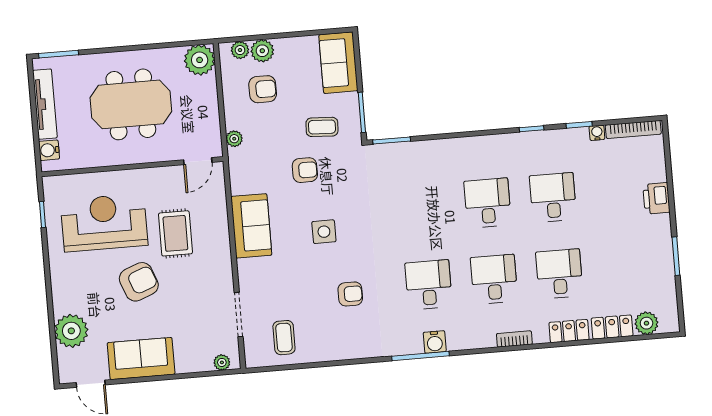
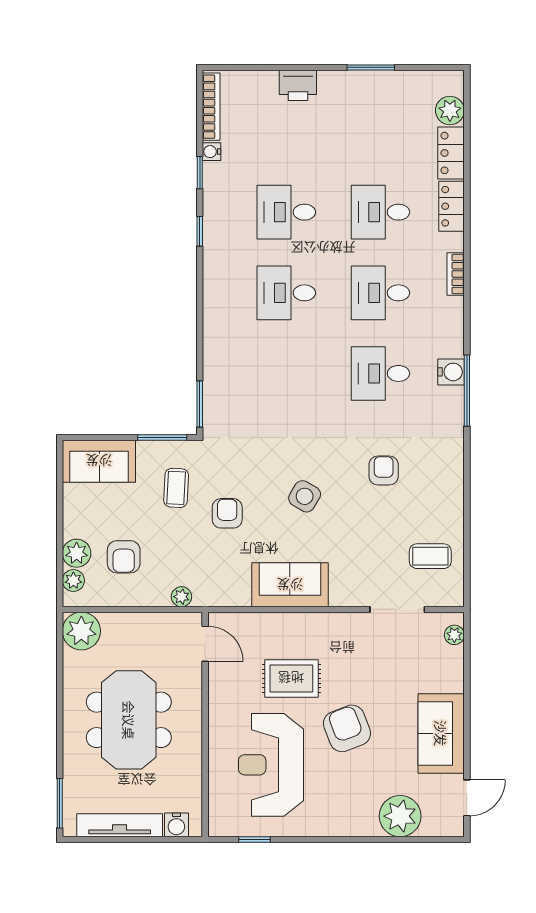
armchair: (263, 89) -> (124, 557), turned 180
side table: (324, 232) -> (305, 496), turned 30

